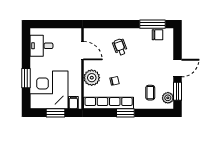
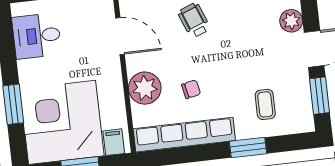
plant: (168, 98) -> (291, 21), moved
window: (125, 113) -> (248, 147), moved

